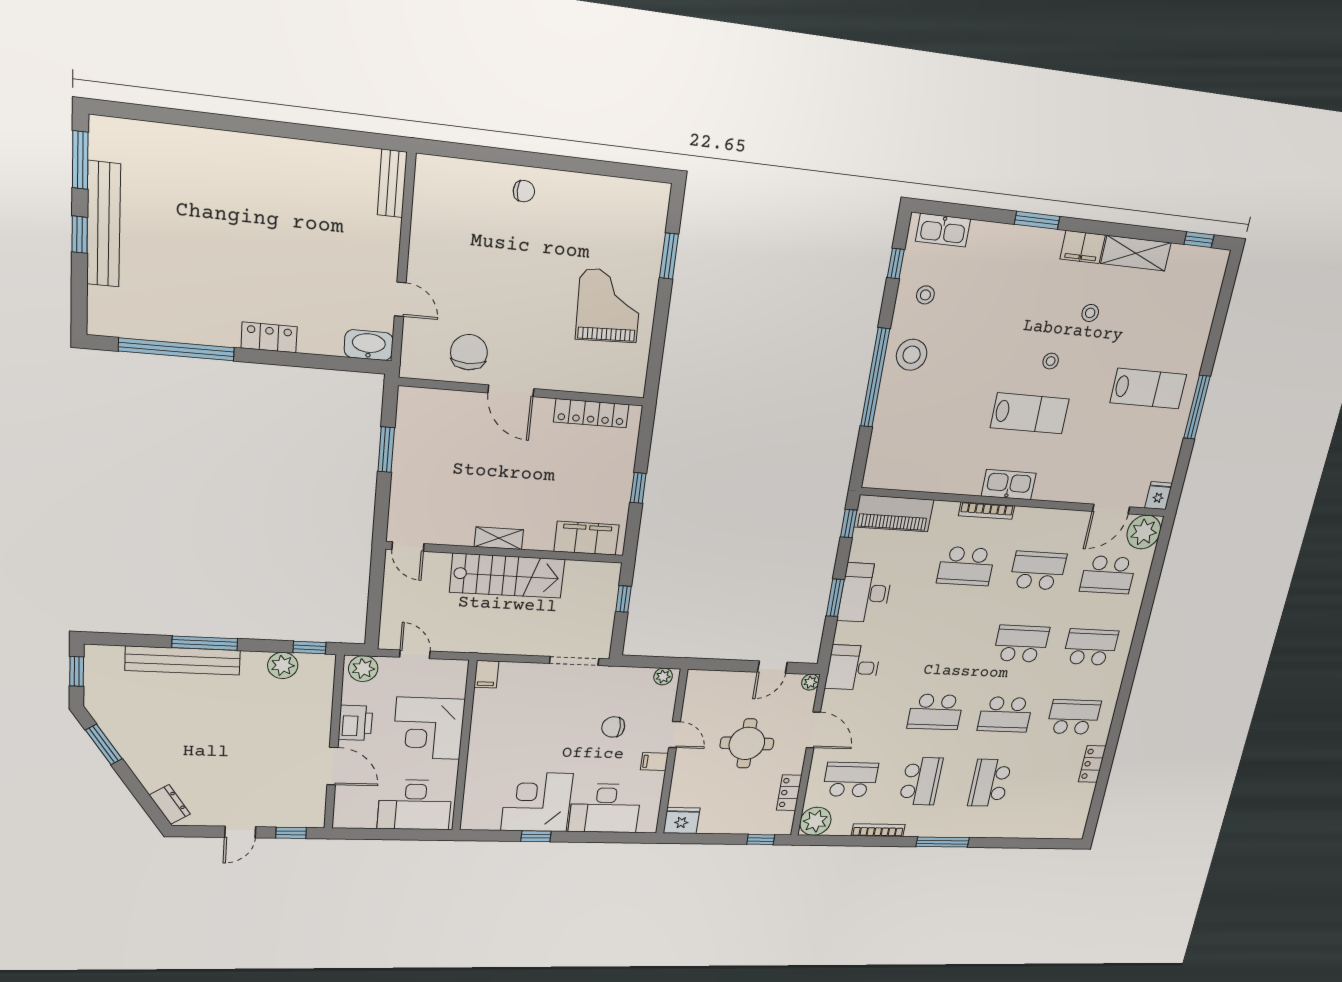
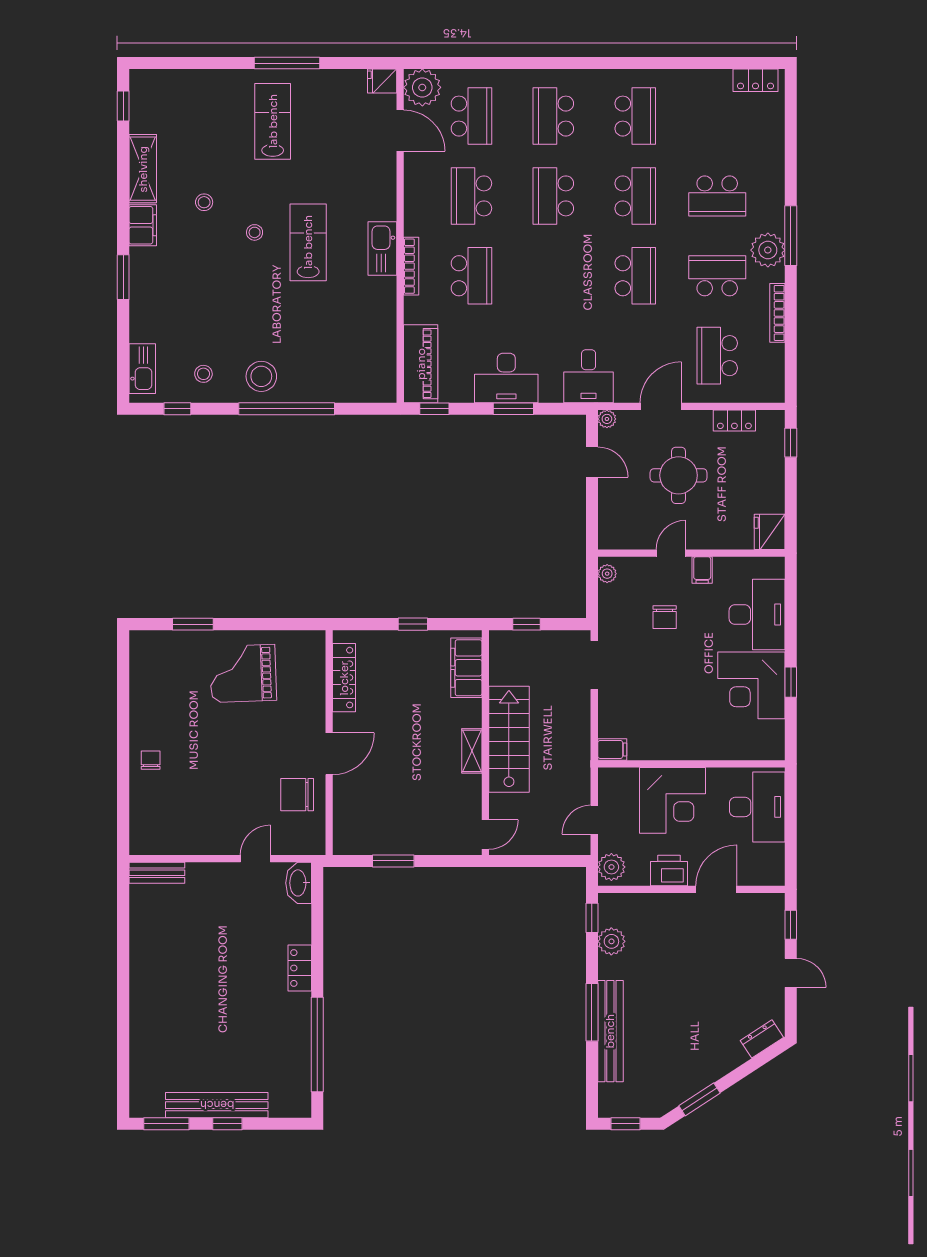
school desk: (1074, 717) -> (635, 116), turned 180
locker: (1092, 764) -> (755, 80), moved
plant: (815, 821) -> (768, 250), moved

